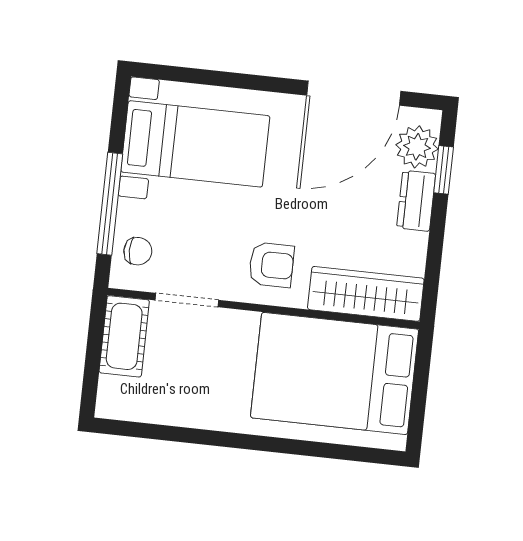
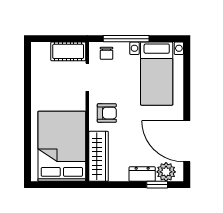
armchair: (271, 265) -> (107, 113), turned -90

